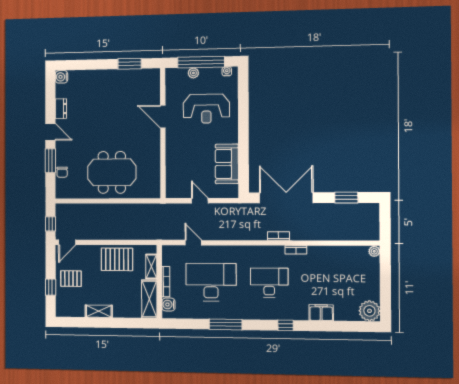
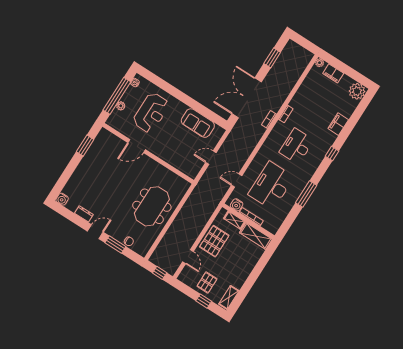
door: (67, 242) -> (188, 257), moved
filing cabinet: (372, 273) -> (333, 73), added
water cooler: (168, 305) -> (237, 205), moved
shelving: (99, 311) -> (229, 297), moved

